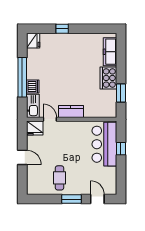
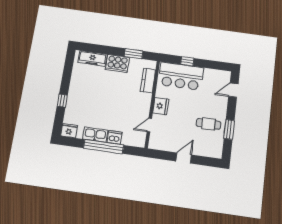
kitchen sink: (33, 106) -> (95, 135), moved
kitchen counter: (71, 111) -> (148, 81), moved
fridge: (35, 128) -> (161, 106), moved
window: (71, 199) -> (229, 129), moved

